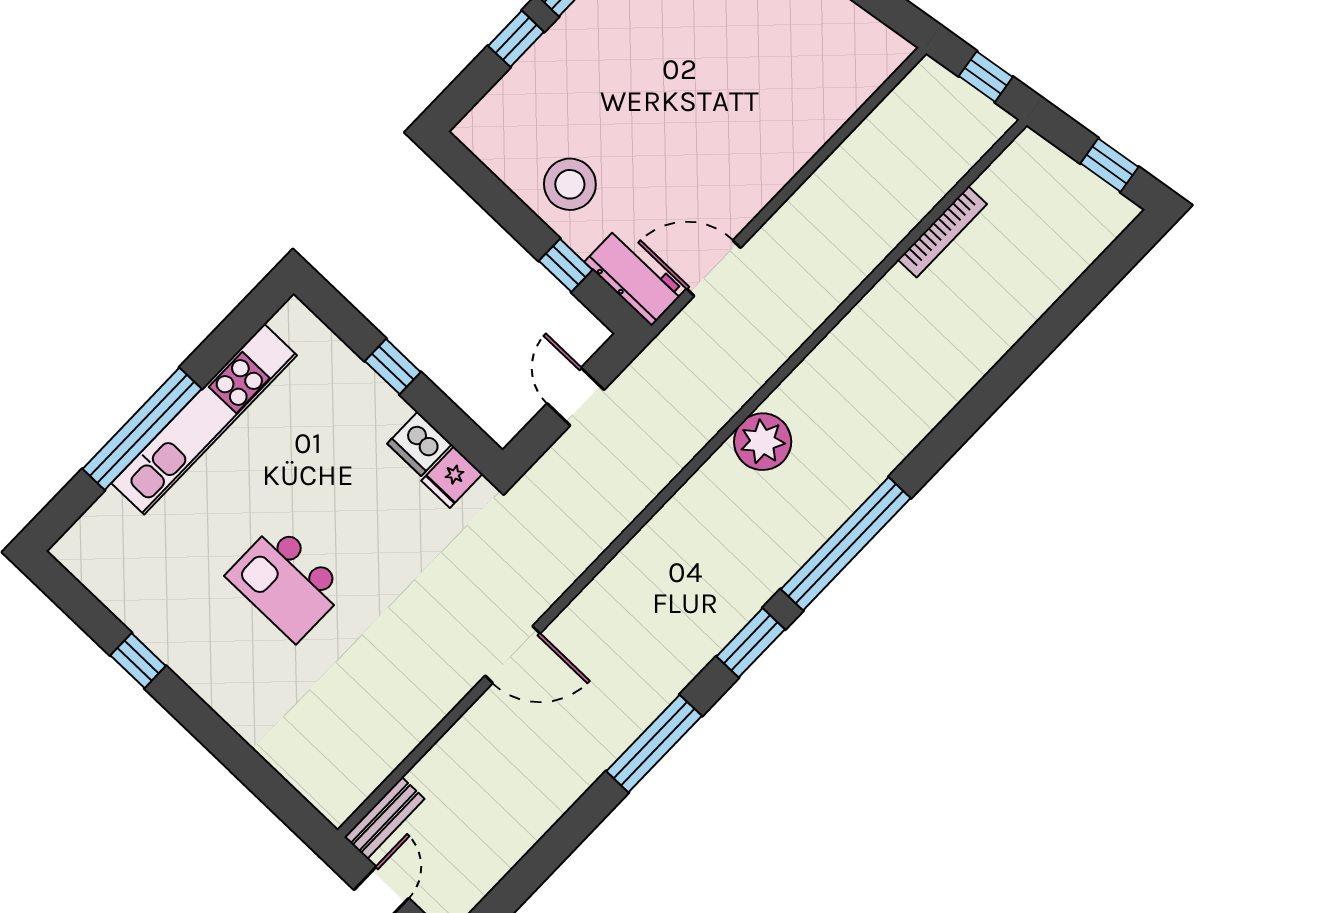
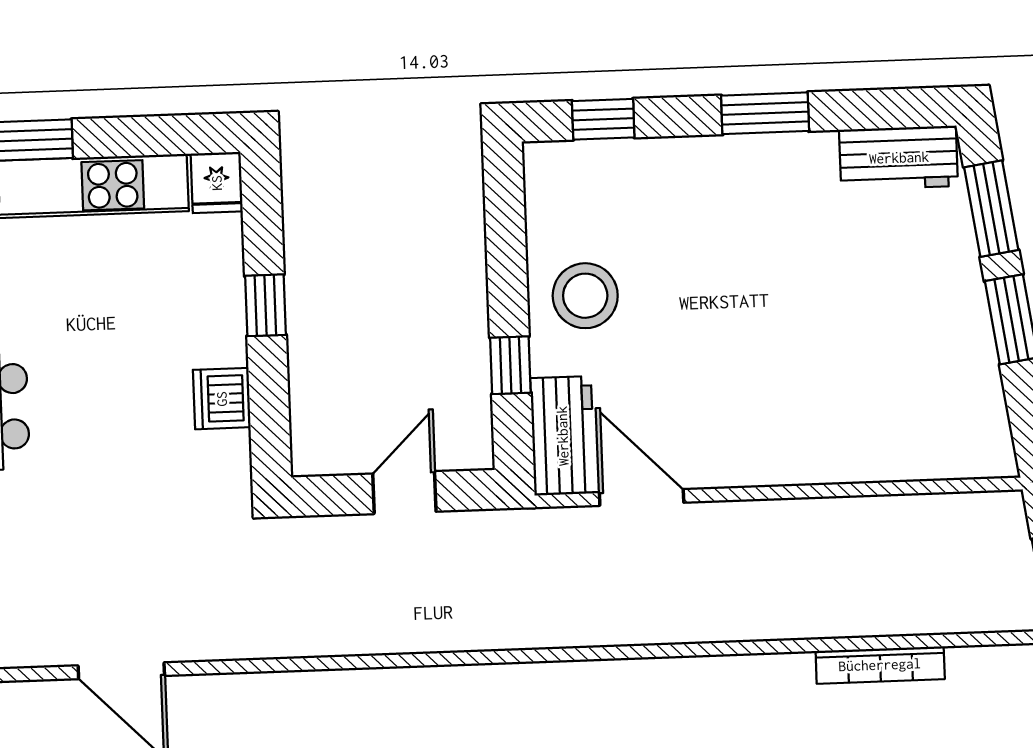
window: (516, 39) -> (603, 119), moved
plant: (763, 442) -> (534, 697), removed
fridge: (452, 477) -> (217, 183), moved, turned -90

